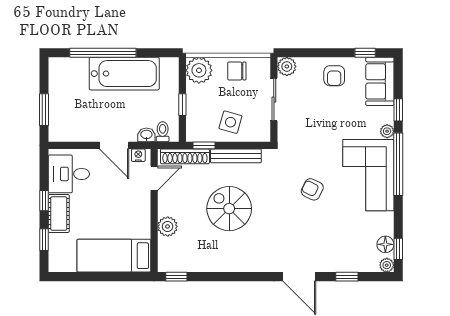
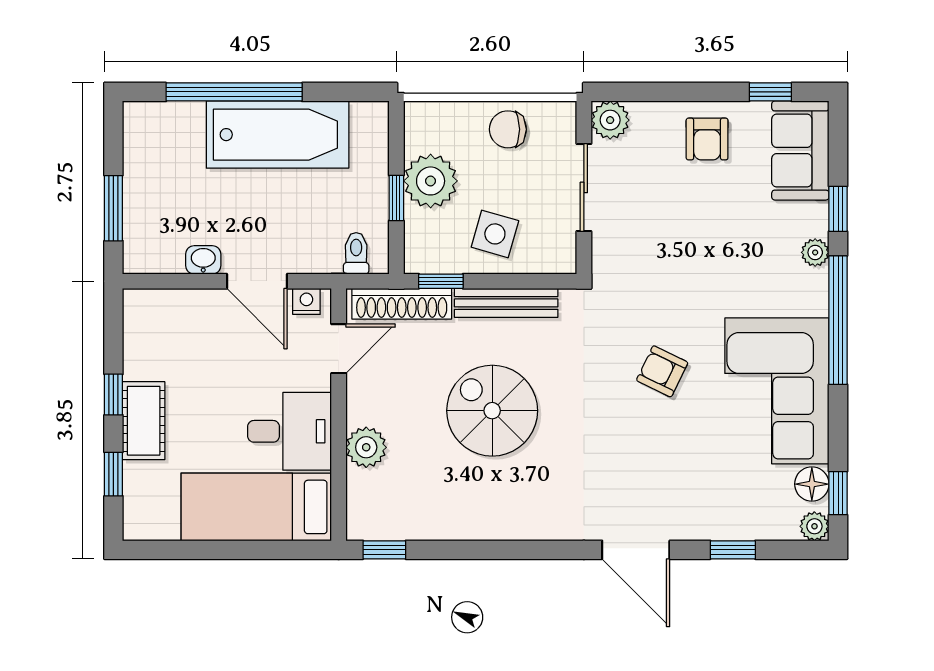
plant: (199, 70) -> (431, 181), moved
washbasin: (146, 135) -> (203, 260), moved
desk: (69, 174) -> (290, 431), moved, turned 180
corner sofa: (368, 175) -> (777, 391), moved

